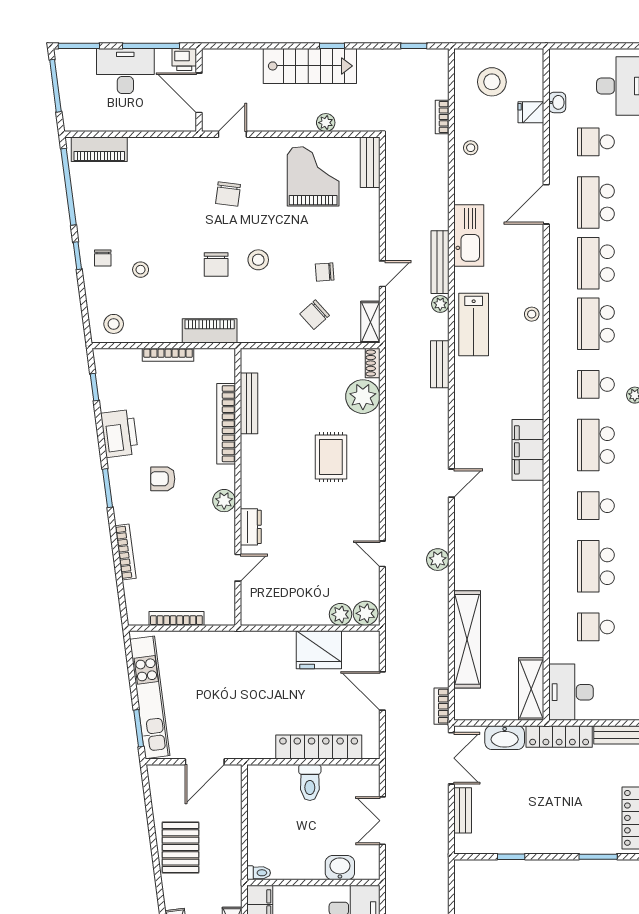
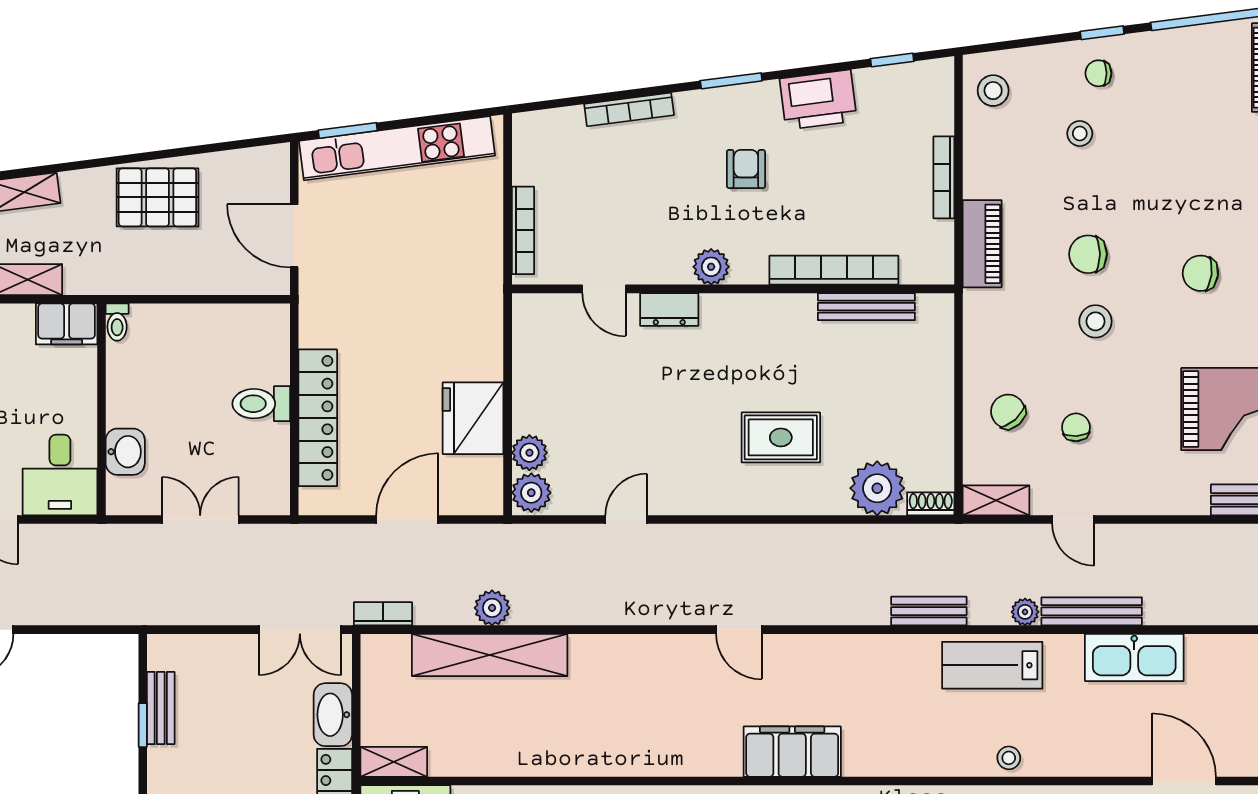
plant: (438, 560) -> (492, 608), moved
bookcase: (176, 618) -> (523, 230), moved
shelving: (531, 689) -> (394, 762), width x0.67, depth x0.75
bench: (463, 810) -> (161, 708), moved, turned 90

